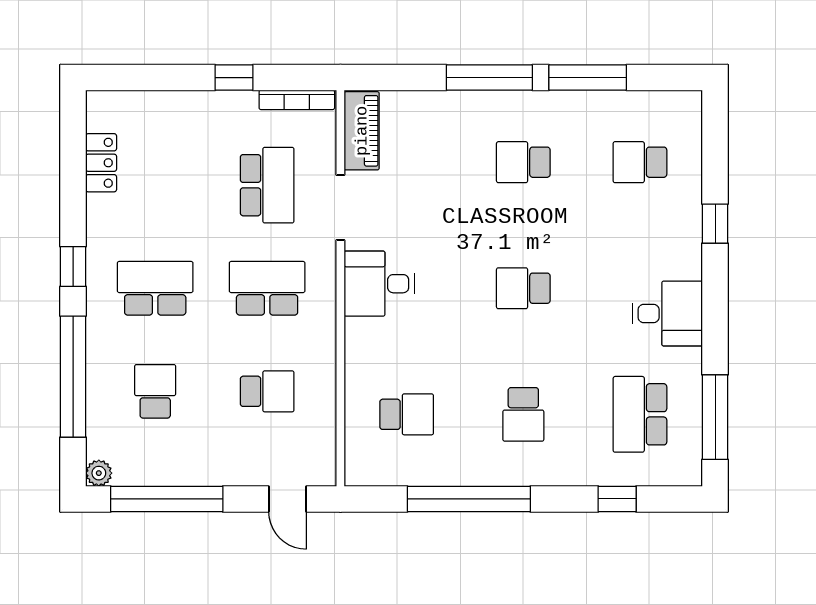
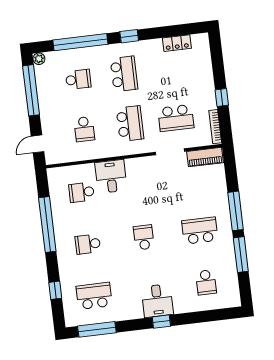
school desk: (523, 162) -> (200, 231), width x1.85
school desk: (640, 162) -> (206, 282), turned 180
window: (715, 224) -> (161, 322), moved
desk: (379, 284) -> (111, 176), moved
desk: (667, 313) -> (157, 301), moved
school desk: (407, 414) -> (82, 192), turned 90

